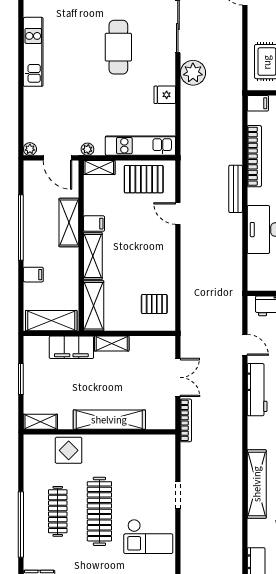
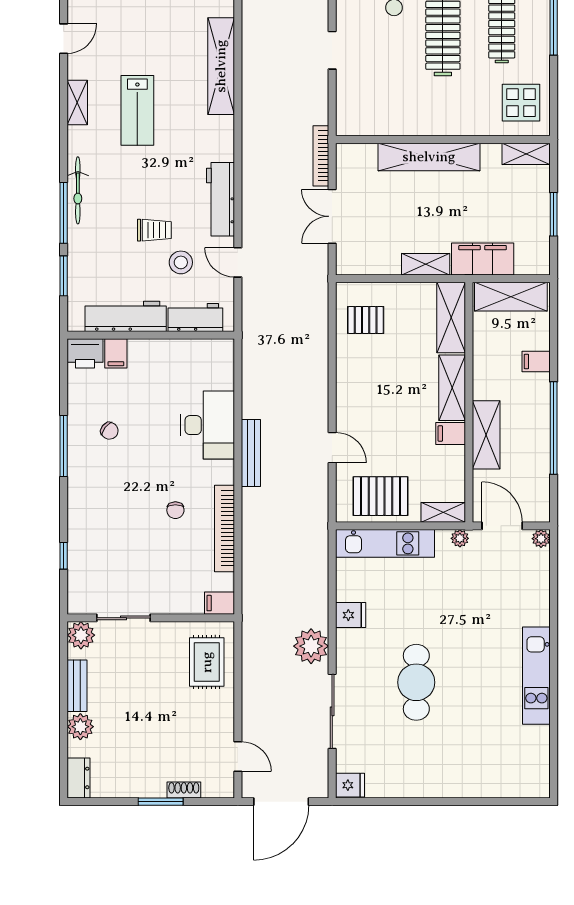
bench: (236, 189) -> (251, 453), moved
display table: (69, 450) -> (521, 103), moved

